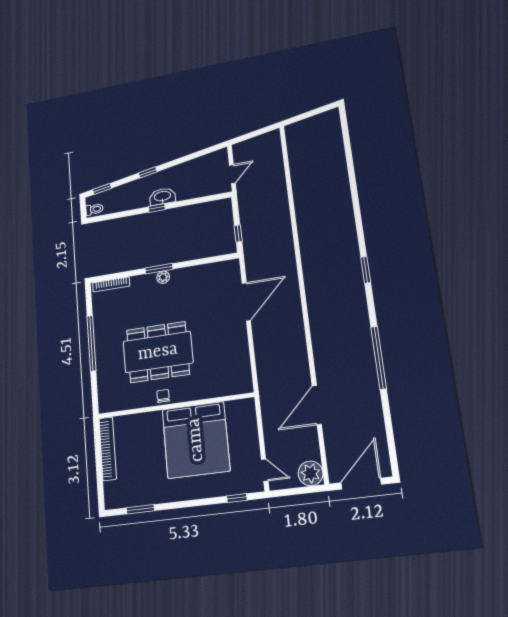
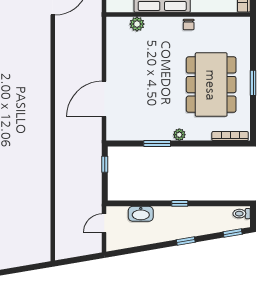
washbasin: (162, 197) -> (141, 214), moved
window: (159, 269) -> (157, 144), moved
window: (91, 343) -> (253, 83), width x0.47
dining table: (158, 352) -> (211, 85), moved, turned 90
plant: (219, 389) -> (137, 24), added

